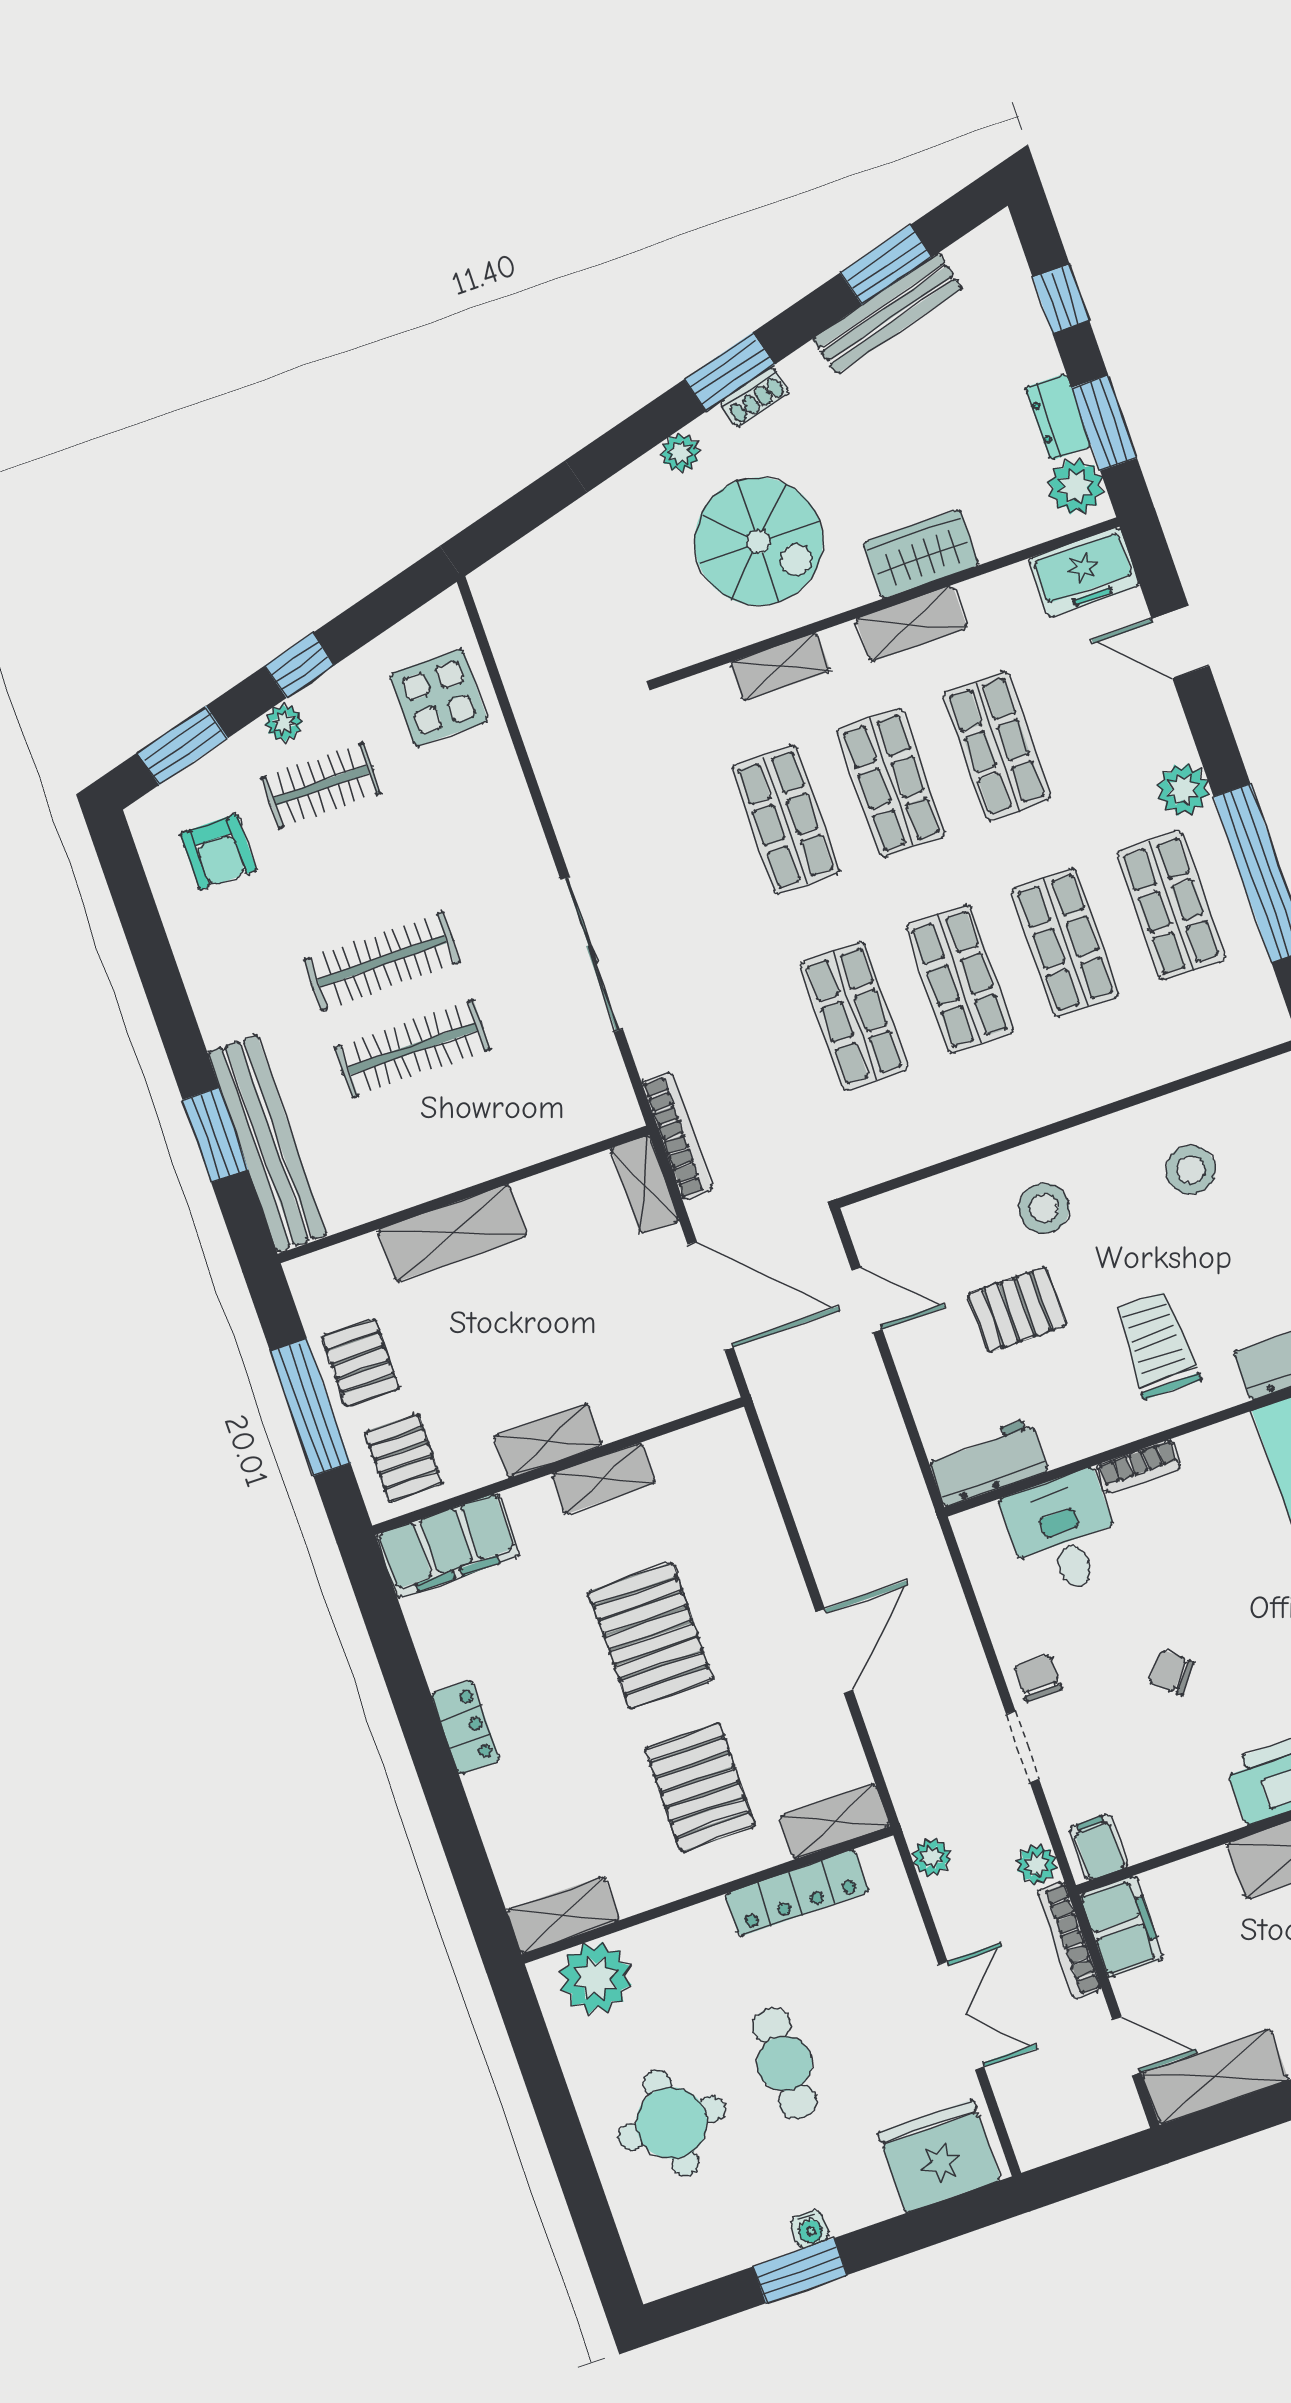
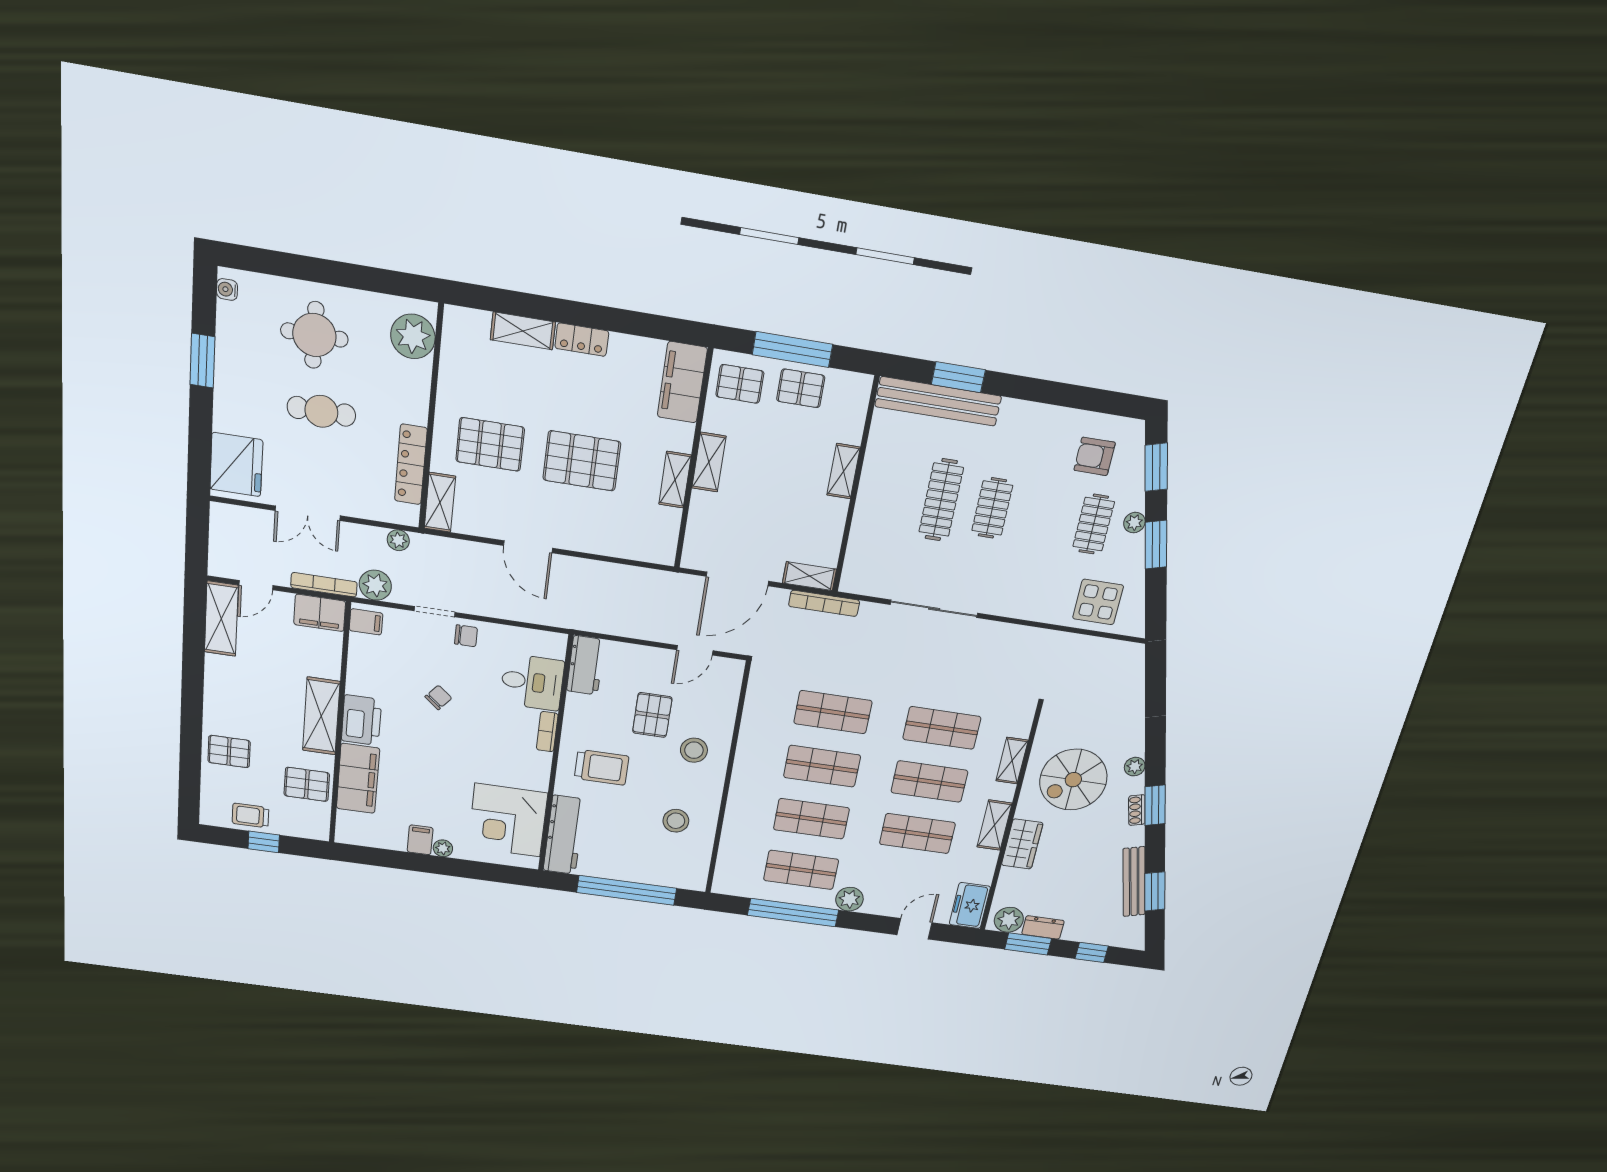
window: (299, 665) -> (1156, 545), width x1.50
clothes rail: (382, 961) -> (992, 508), width x0.73
shelving: (452, 1233) -> (844, 471), width x0.67, depth x0.75
plant: (1037, 1865) -> (375, 585), width x1.38, depth x1.38
shelving: (563, 1915) -> (523, 331), moved, turned 90
water cooler: (810, 2229) -> (227, 289), moved

